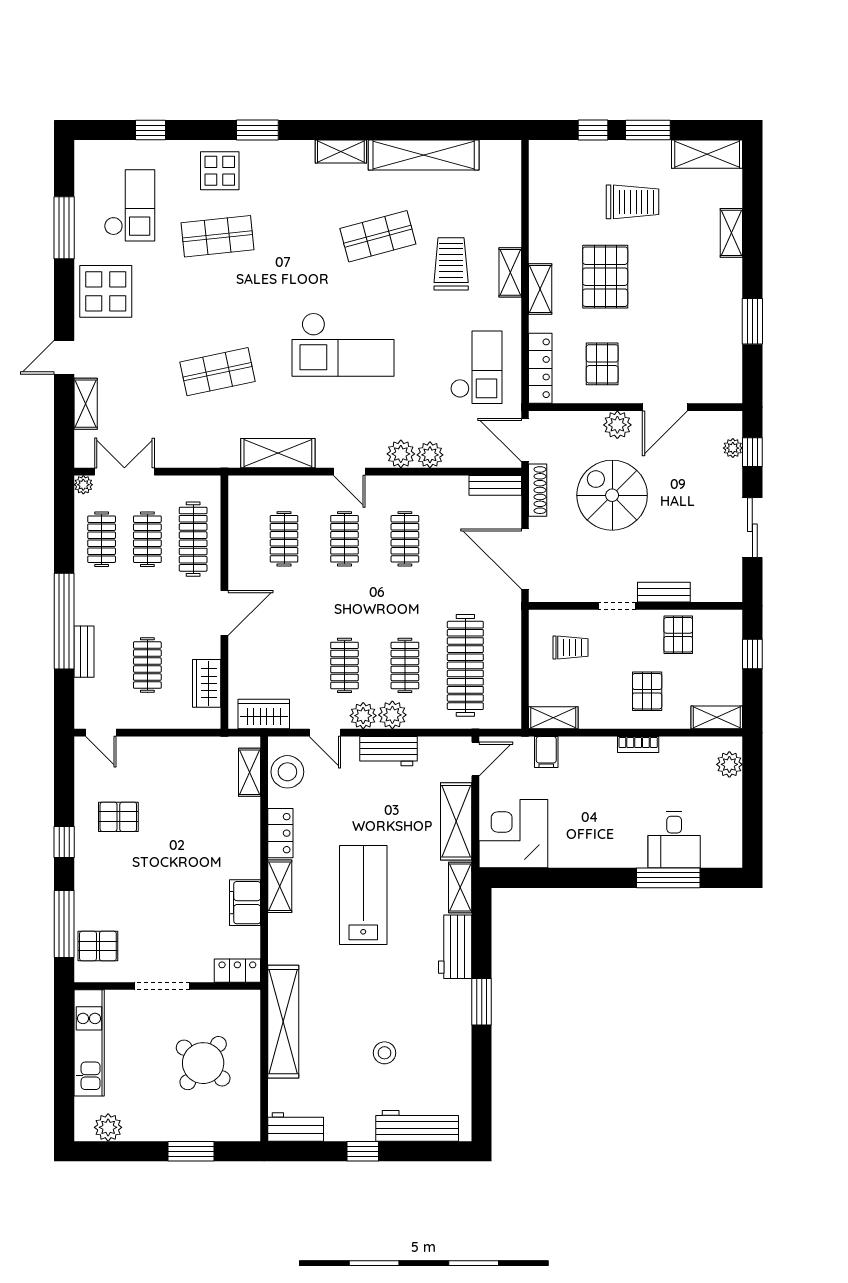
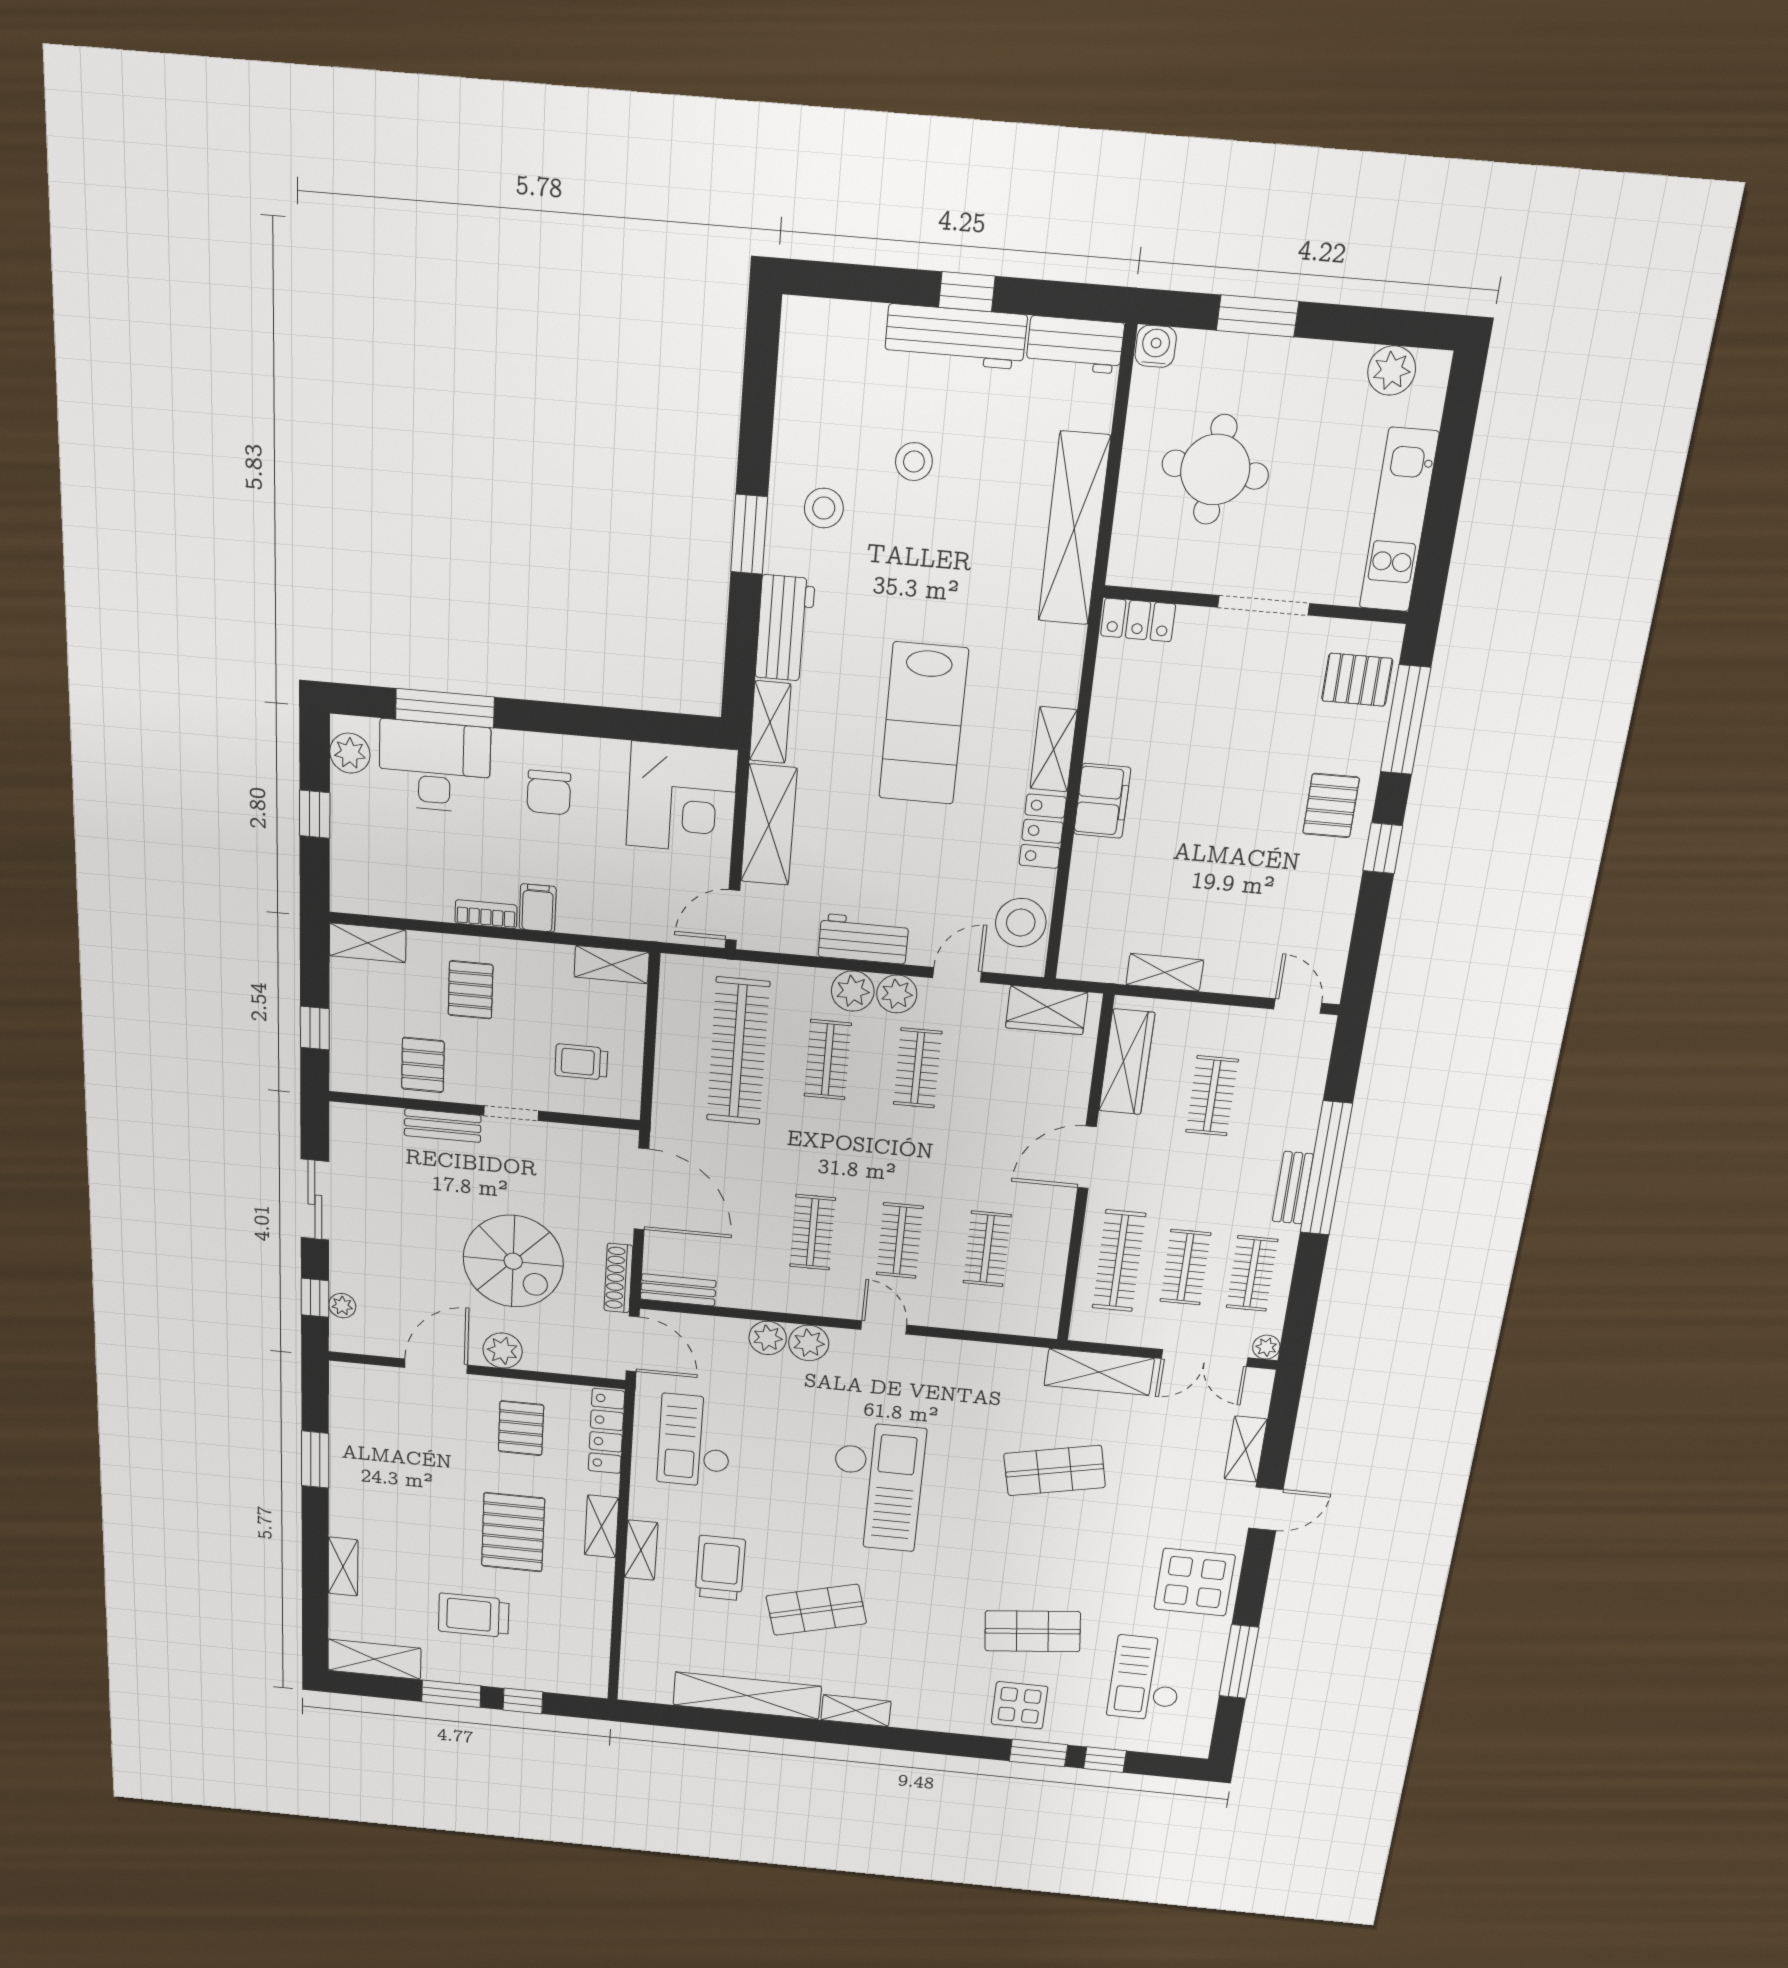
window: (257, 130) -> (1038, 1753), moved
trolley: (451, 264) -> (720, 1568), turned 180
checkout: (343, 345) -> (876, 1487), turned 90
shelving: (278, 453) -> (1099, 1372), moved
bench: (84, 652) -> (1293, 1188), moved
wardrobe: (207, 683) -> (1127, 1062), width x1.50
door: (325, 733) -> (957, 975), hinge flipped
filing cabinet: (546, 752) -> (538, 908), moved
plant: (729, 764) -> (350, 753), moved
shelving: (250, 772) -> (1165, 972), moved, turned 90
window: (752, 801) -> (315, 814), added
pallet: (118, 817) -> (1331, 806), moved, turned 90
chair: (599, 829) -> (549, 793), added
desk: (674, 840) -> (435, 766), width x1.37
filing cabinet: (245, 903) -> (1102, 801), moved
stool: (437, 1021) -> (824, 508), added
round table: (203, 1063) -> (1215, 470), turned -35
workbench: (417, 1126) -> (956, 337), moved
water cooler: (248, 1130) -> (1156, 346), added

